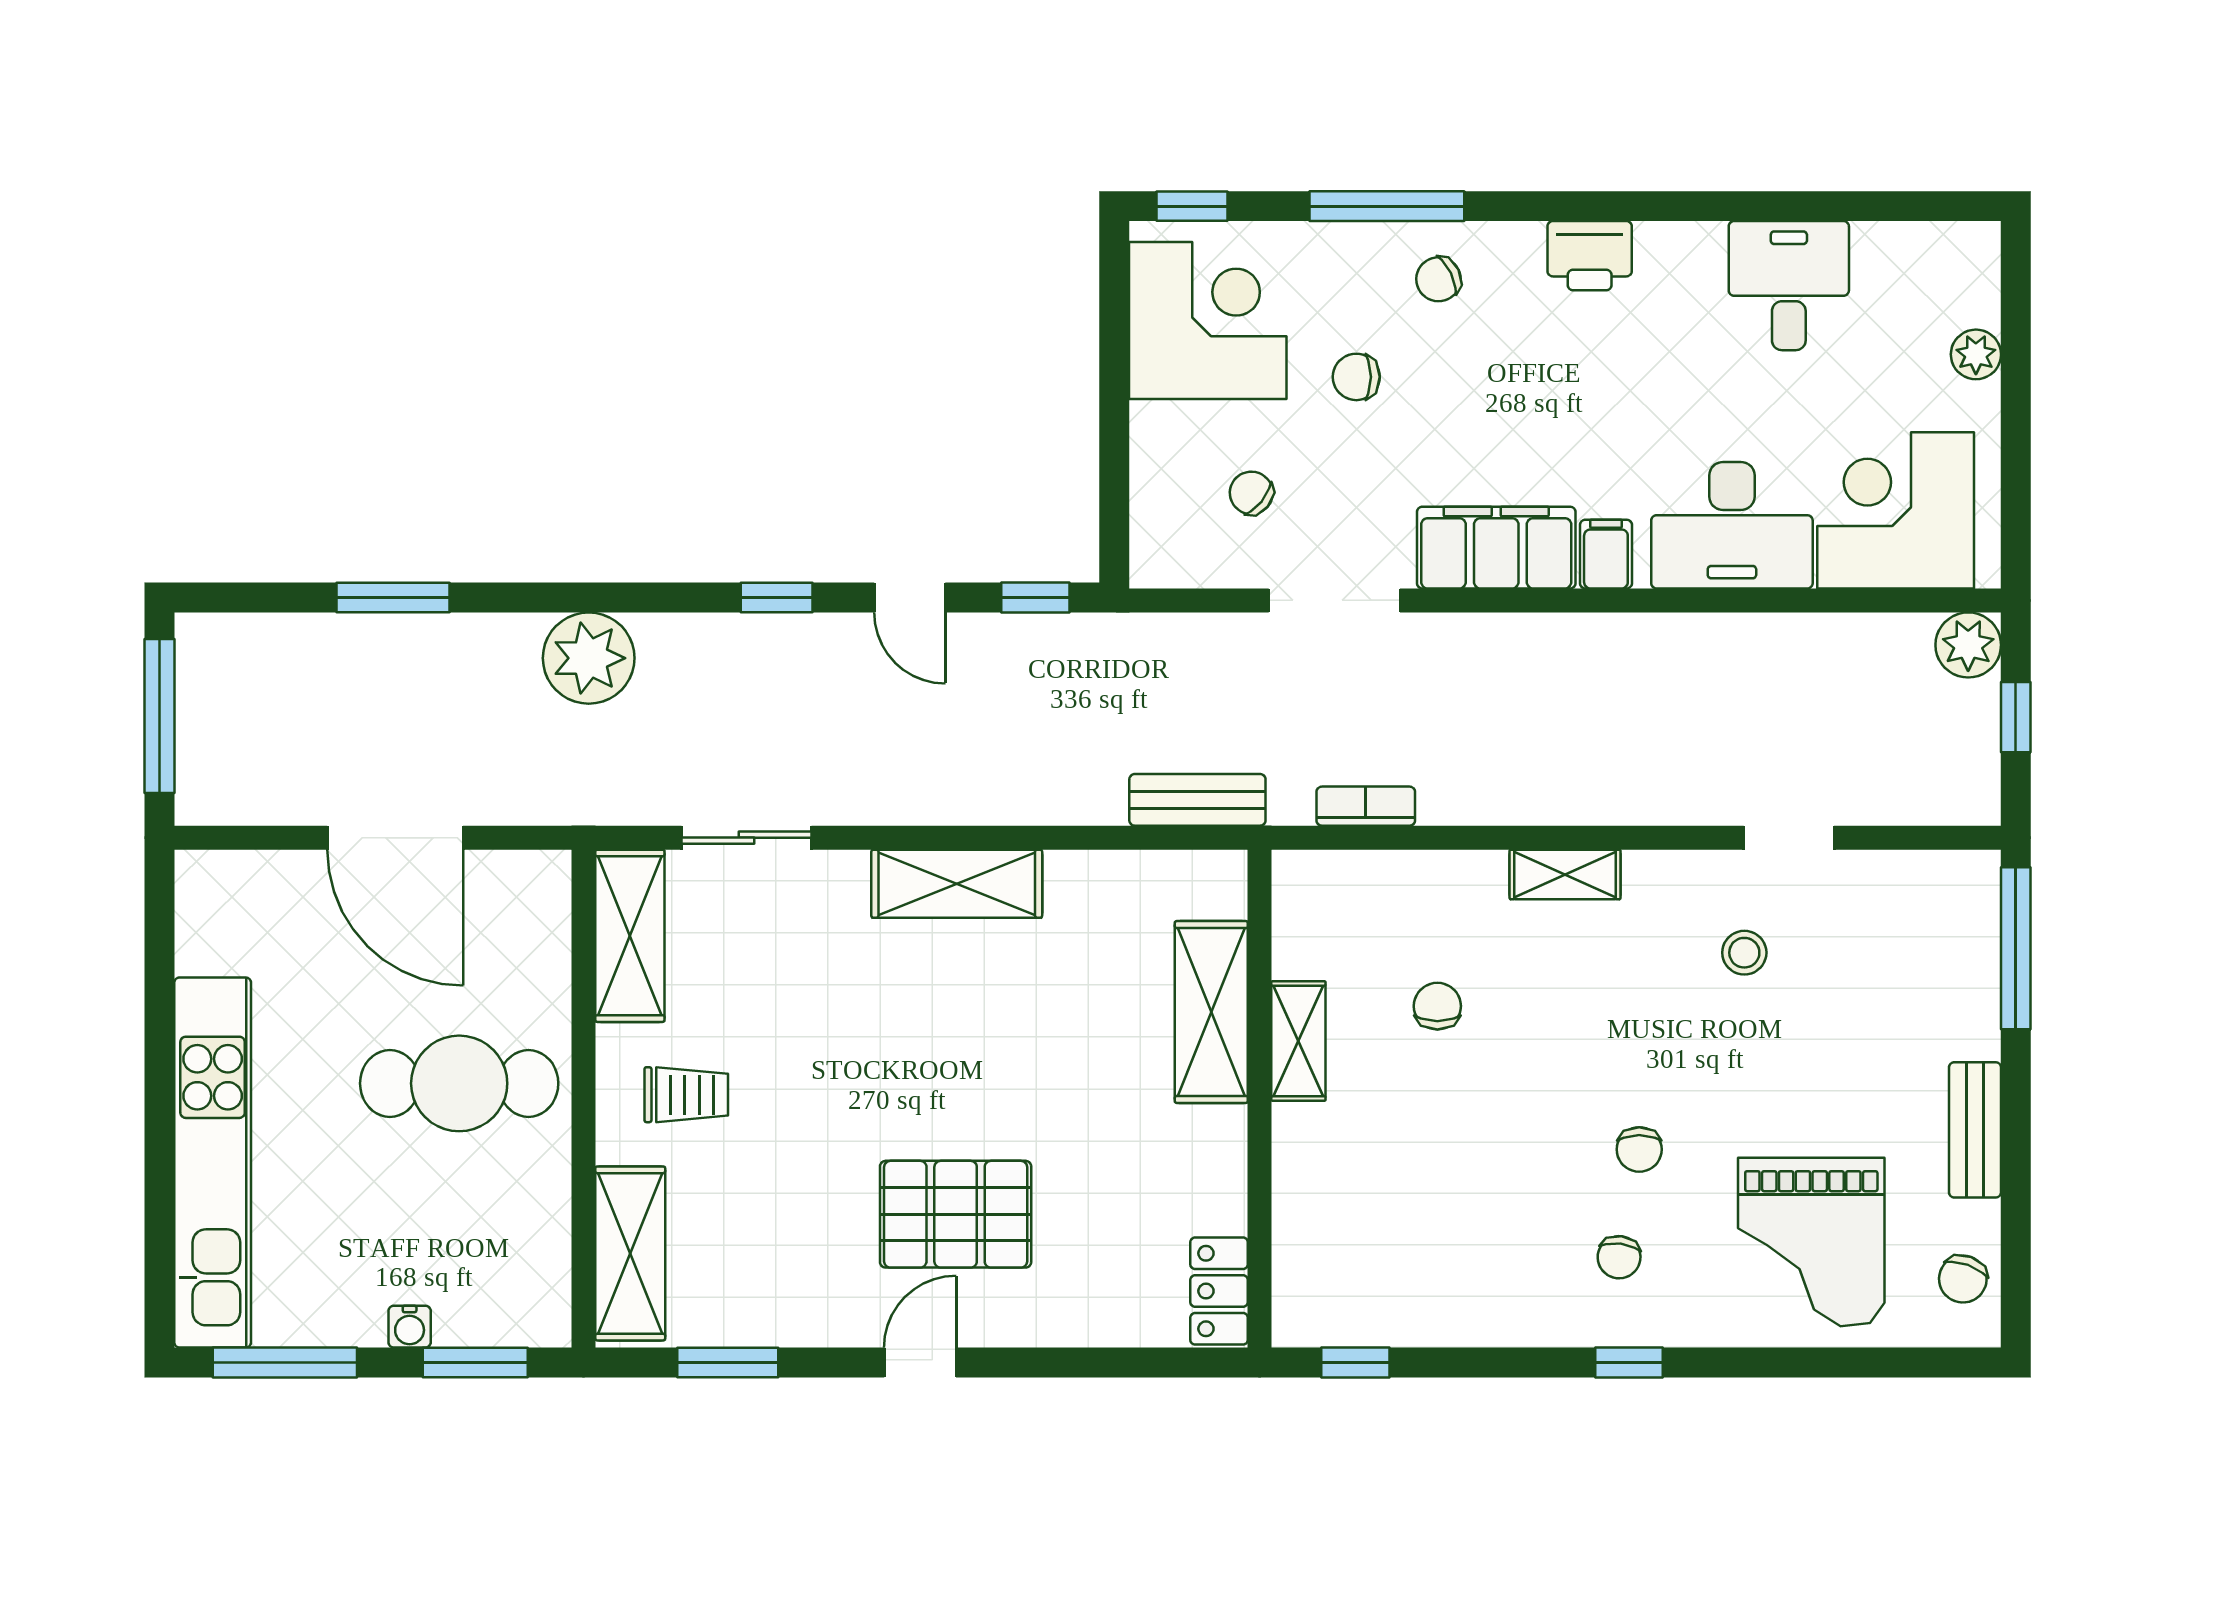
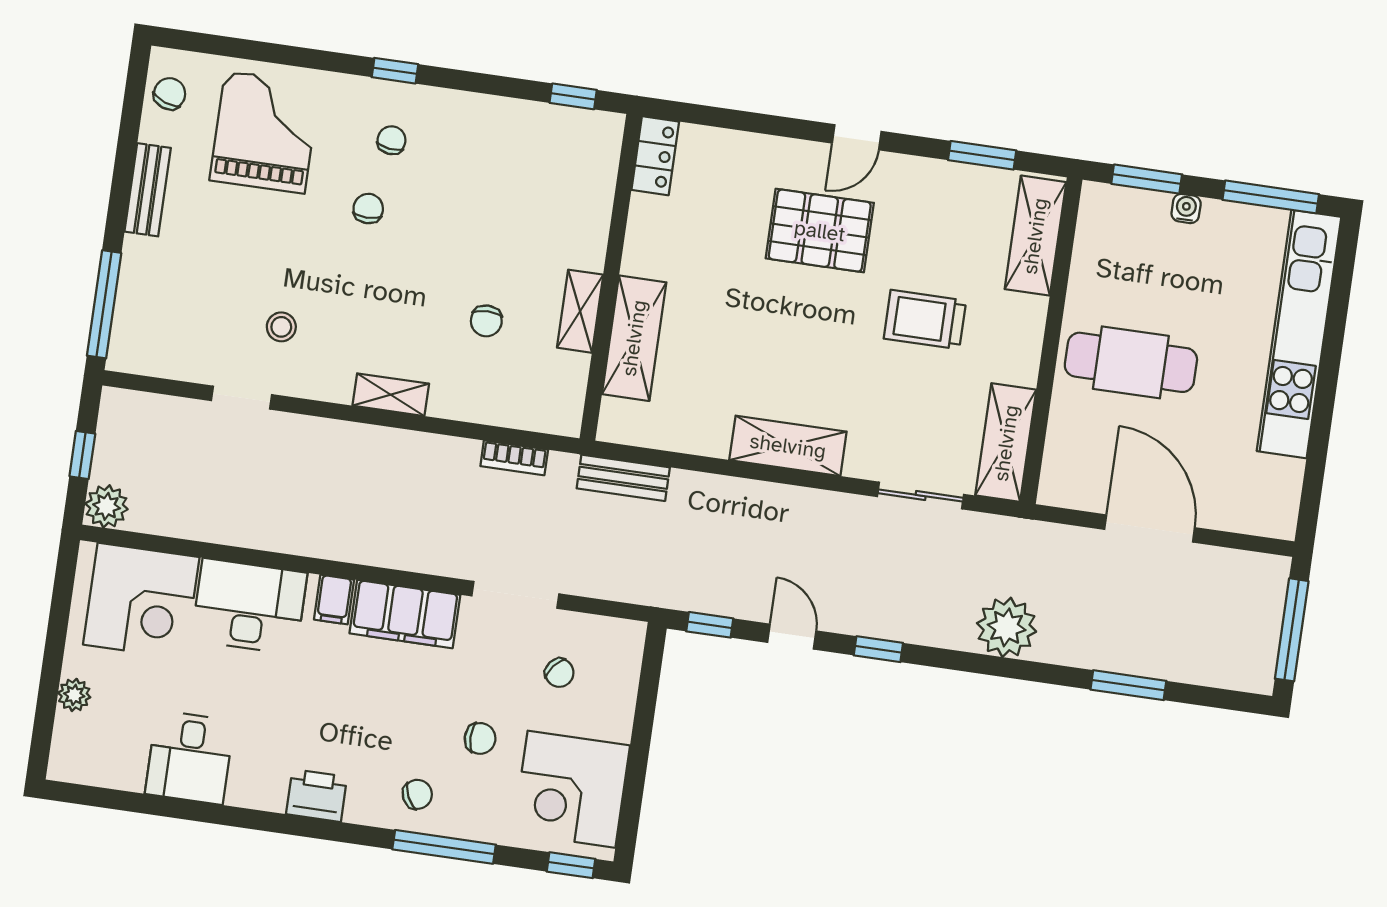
trolley: (686, 1095) -> (925, 320), moved, width x1.36, depth x1.39

